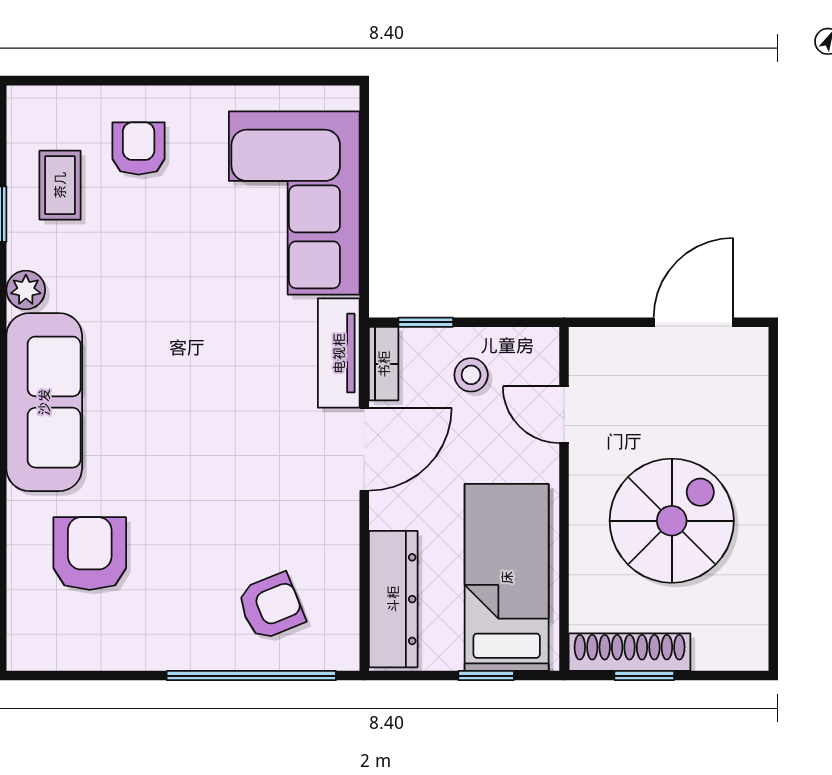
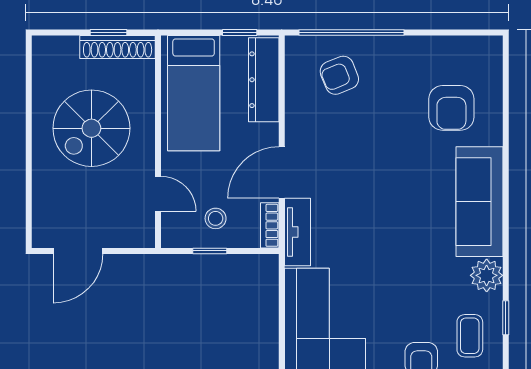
plant: (26, 290) -> (487, 275), width x1.38, depth x1.38
window: (426, 322) -> (210, 251), moved
window: (486, 676) -> (240, 32), moved

